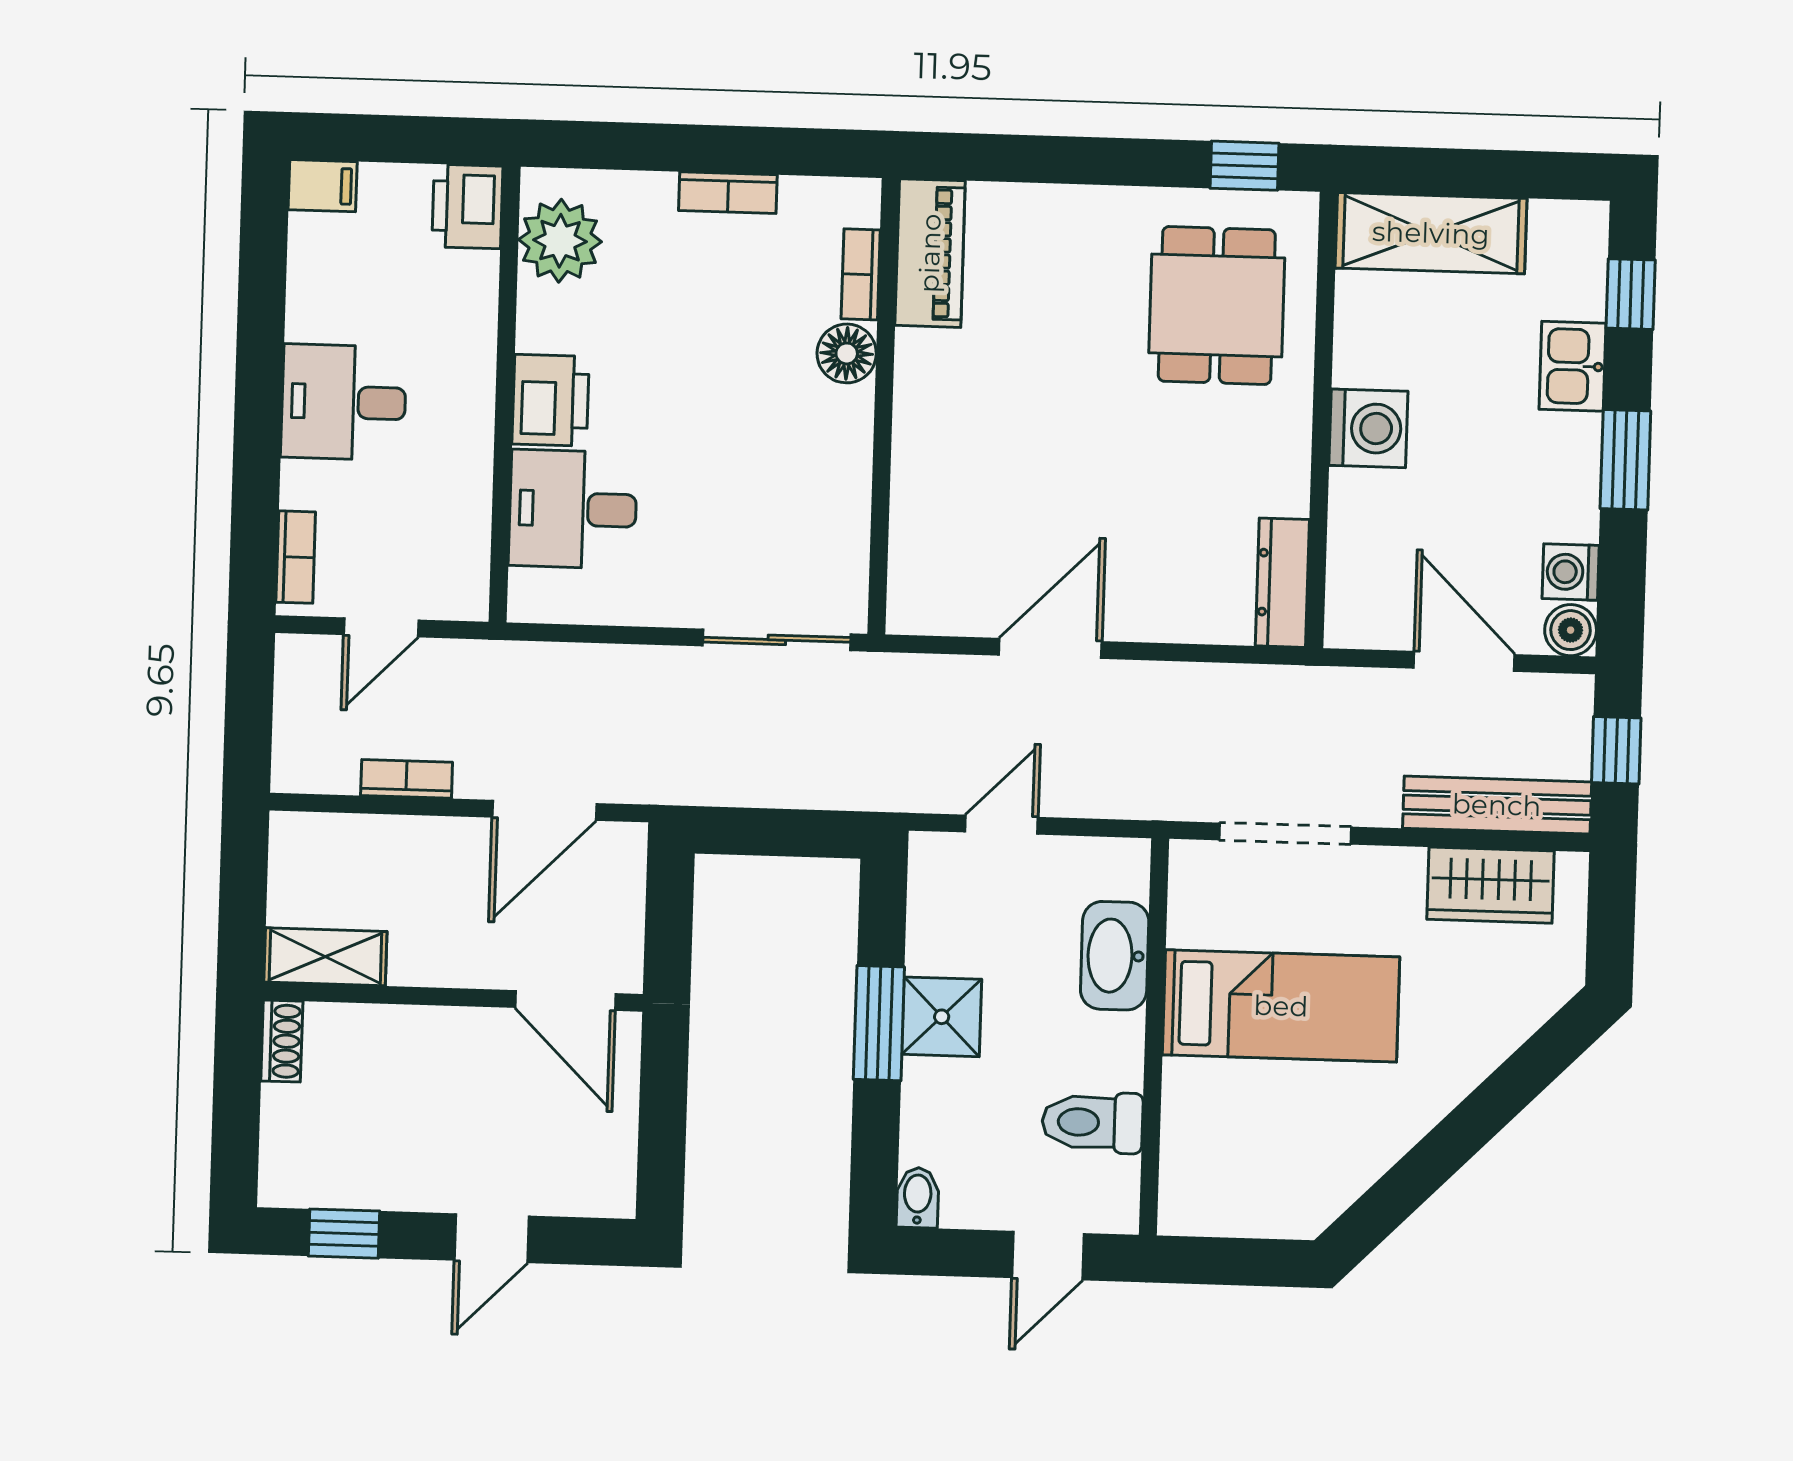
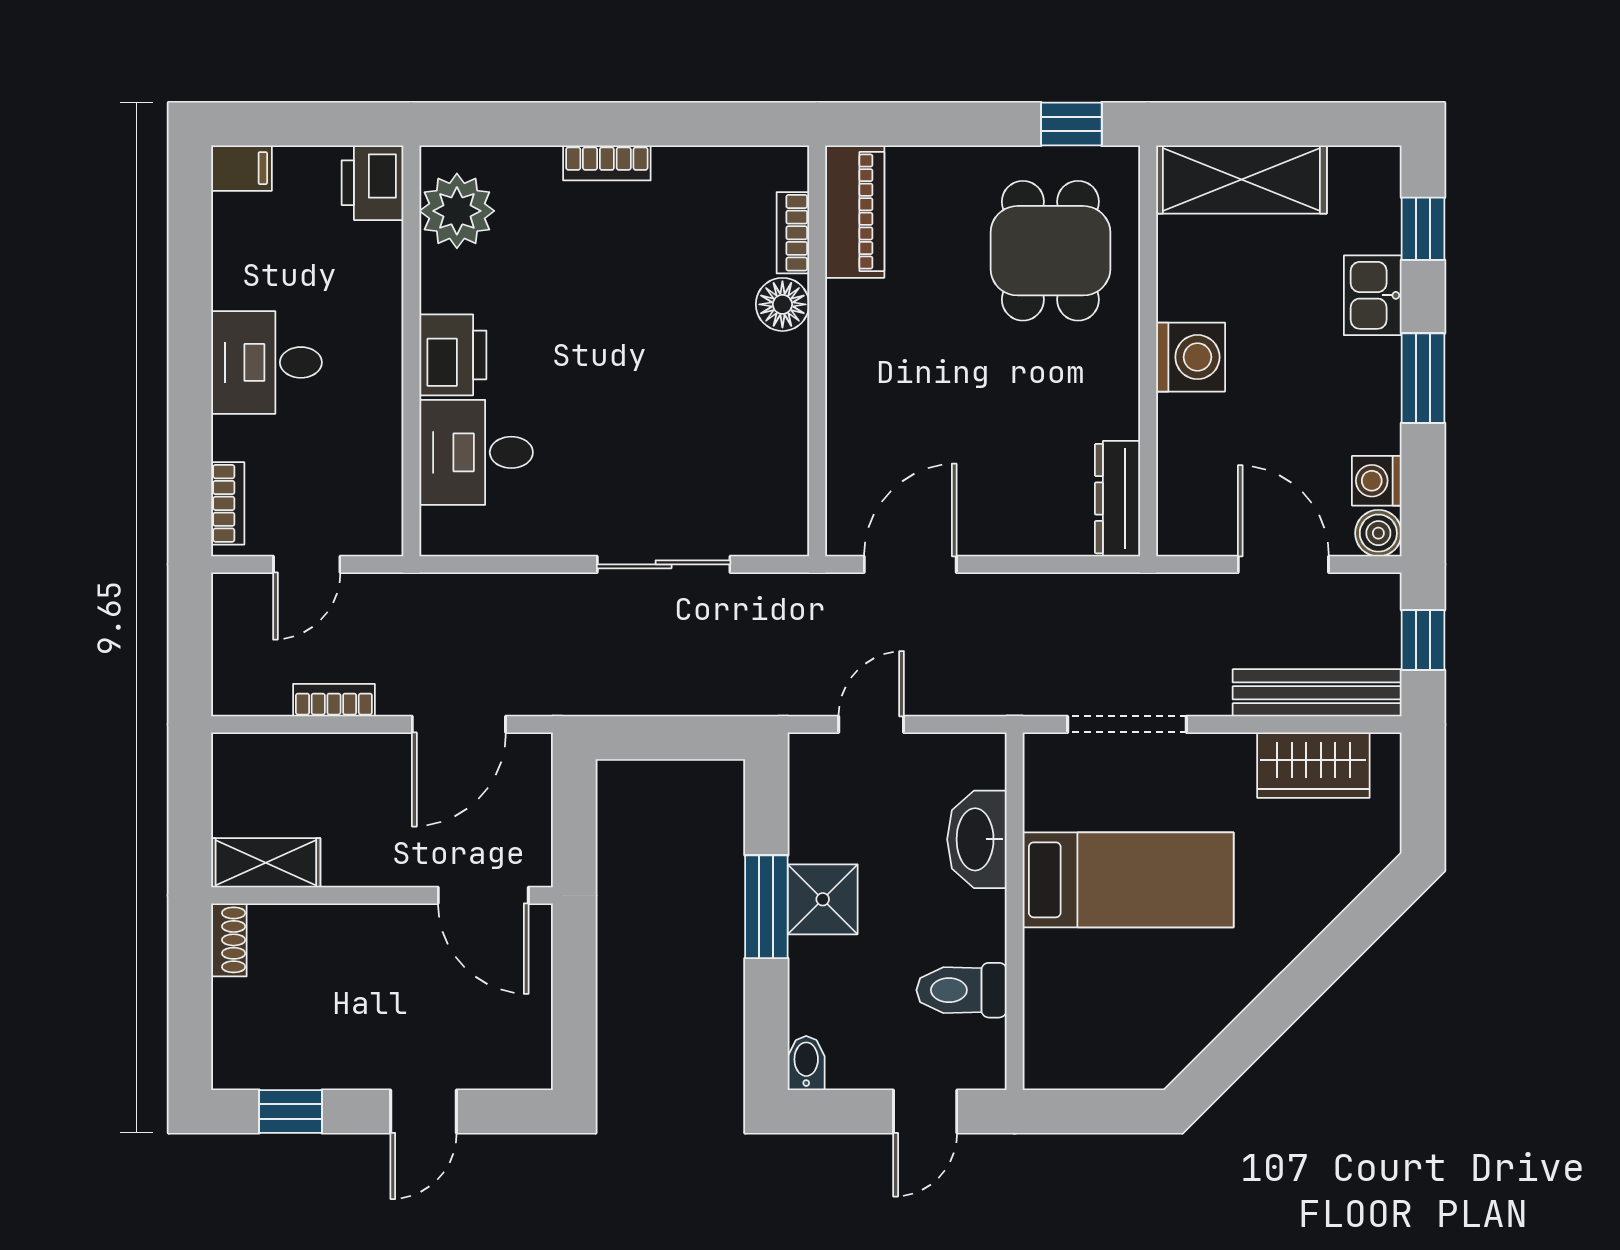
piano: (930, 253) -> (855, 212), moved
bookcase: (861, 274) -> (793, 233), moved
floor lamp: (847, 353) -> (782, 304), moved
wall: (883, 406) -> (817, 351), moved

